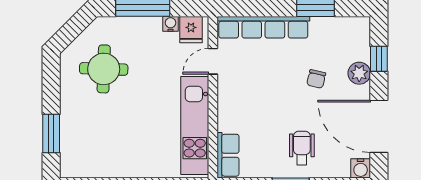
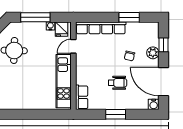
wheelchair: (302, 148) -> (118, 83), moved, turned 90

